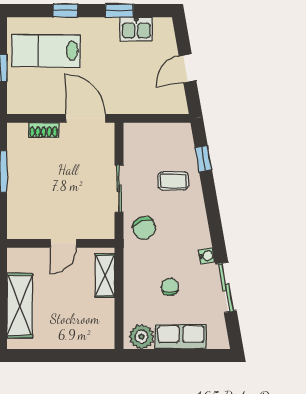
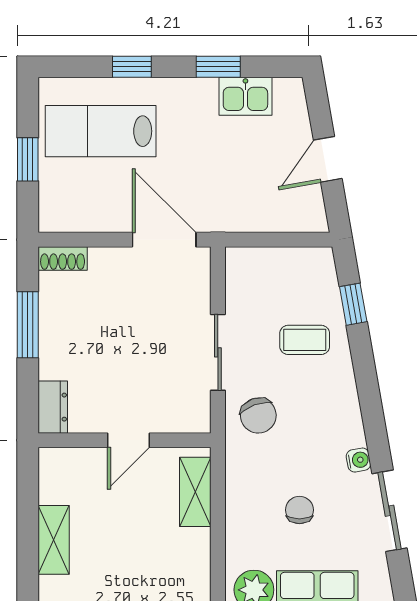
shoe rack: (44, 130) -> (63, 258), moved
dresser: (16, 223) -> (53, 407), added
shelving: (20, 306) -> (54, 540), width x0.67, depth x0.75

